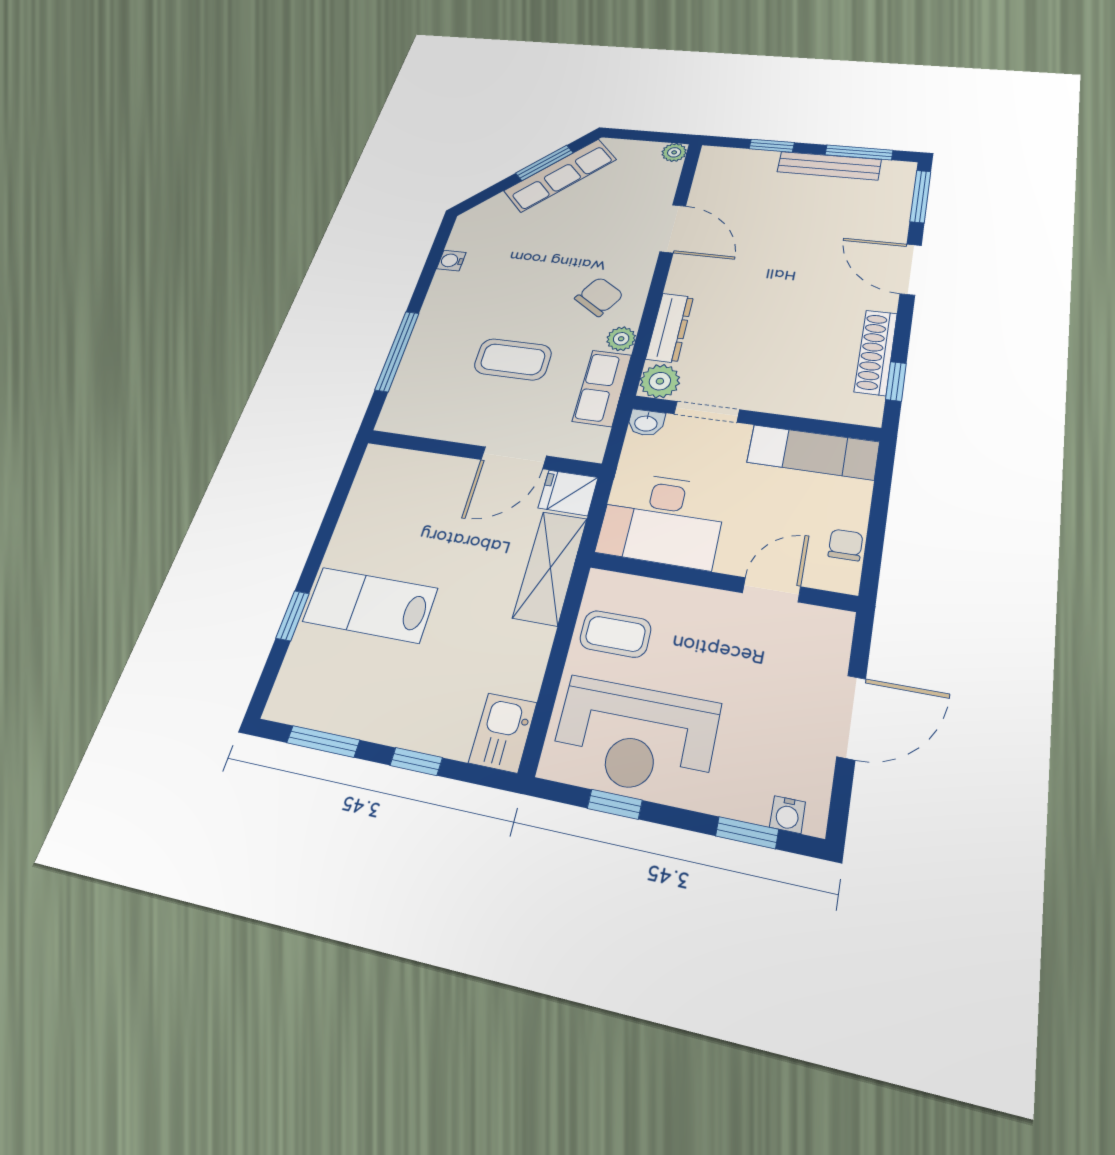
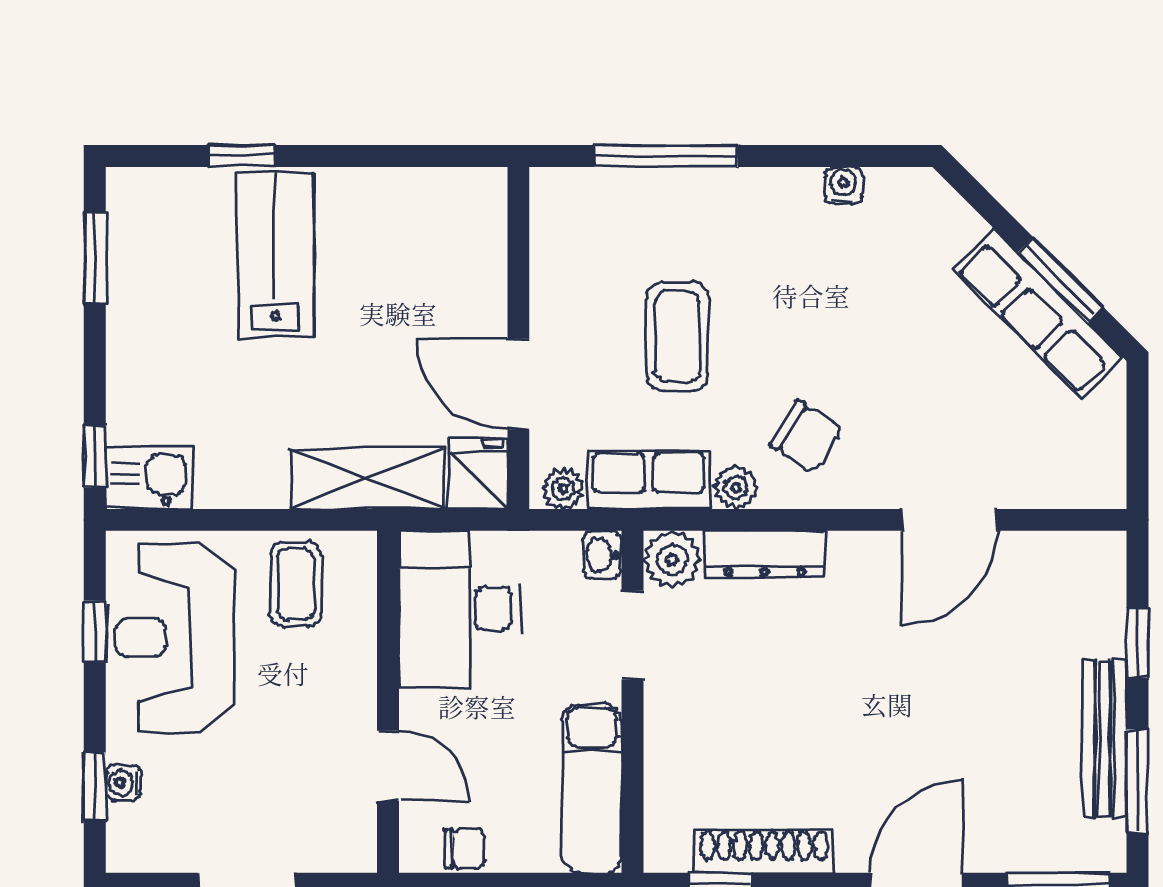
plant: (674, 152) -> (563, 489), moved
window: (416, 761) -> (95, 457), moved
water cooler: (788, 815) -> (123, 783), moved

